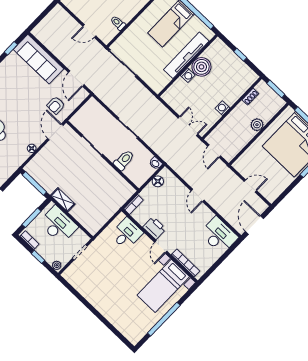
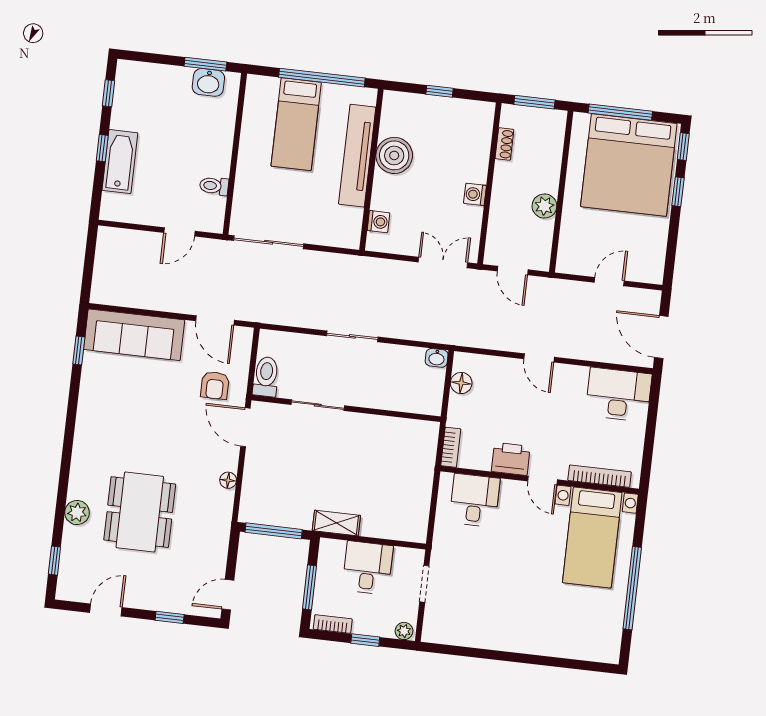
washing machine: (188, 75) -> (378, 222), moved
plant: (257, 125) -> (544, 206), moved
toilet: (124, 160) -> (266, 377), moved
desk: (58, 225) -> (368, 568), width x0.73

